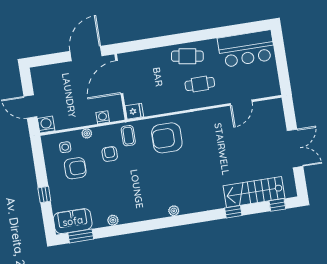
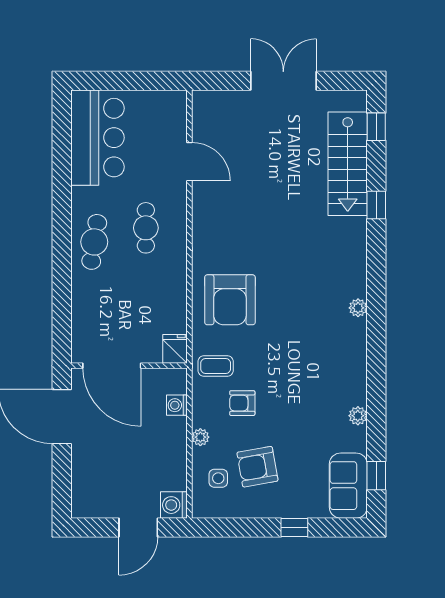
armchair: (75, 168) -> (257, 467), turned -100
window: (81, 236) -> (376, 476), width x0.67

